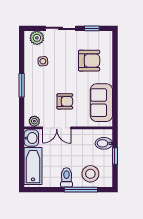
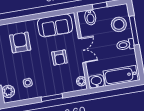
armchair: (65, 101) -> (59, 58), turned 180
double door: (57, 128) -> (82, 50), moved

